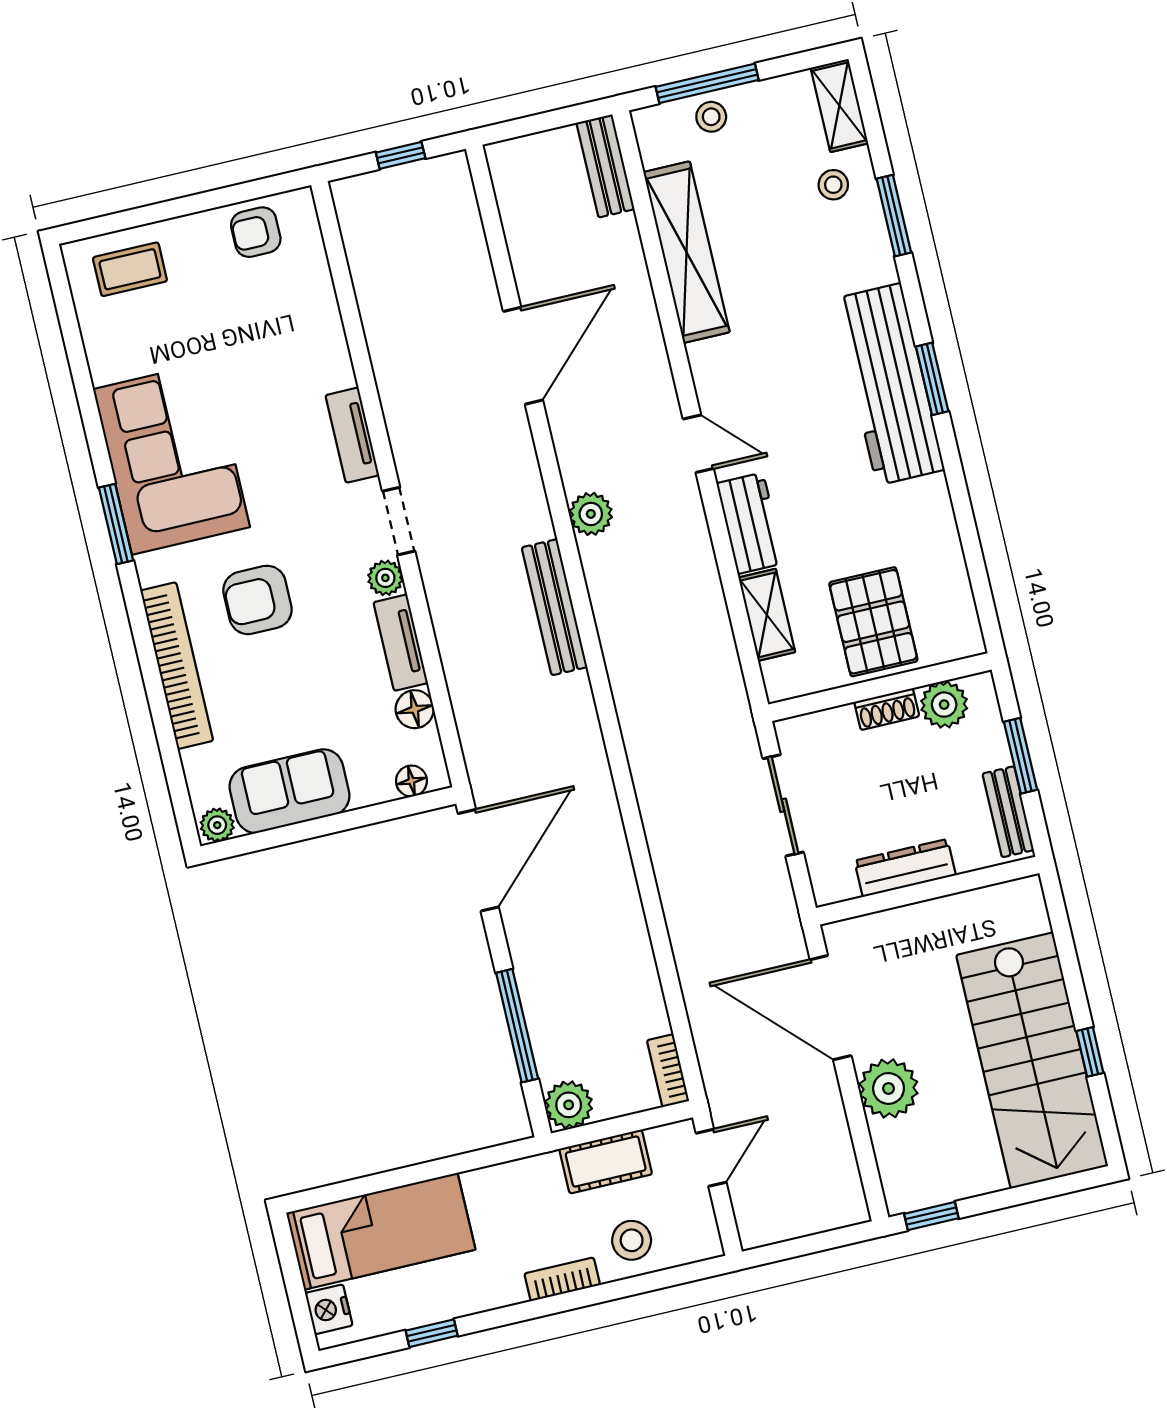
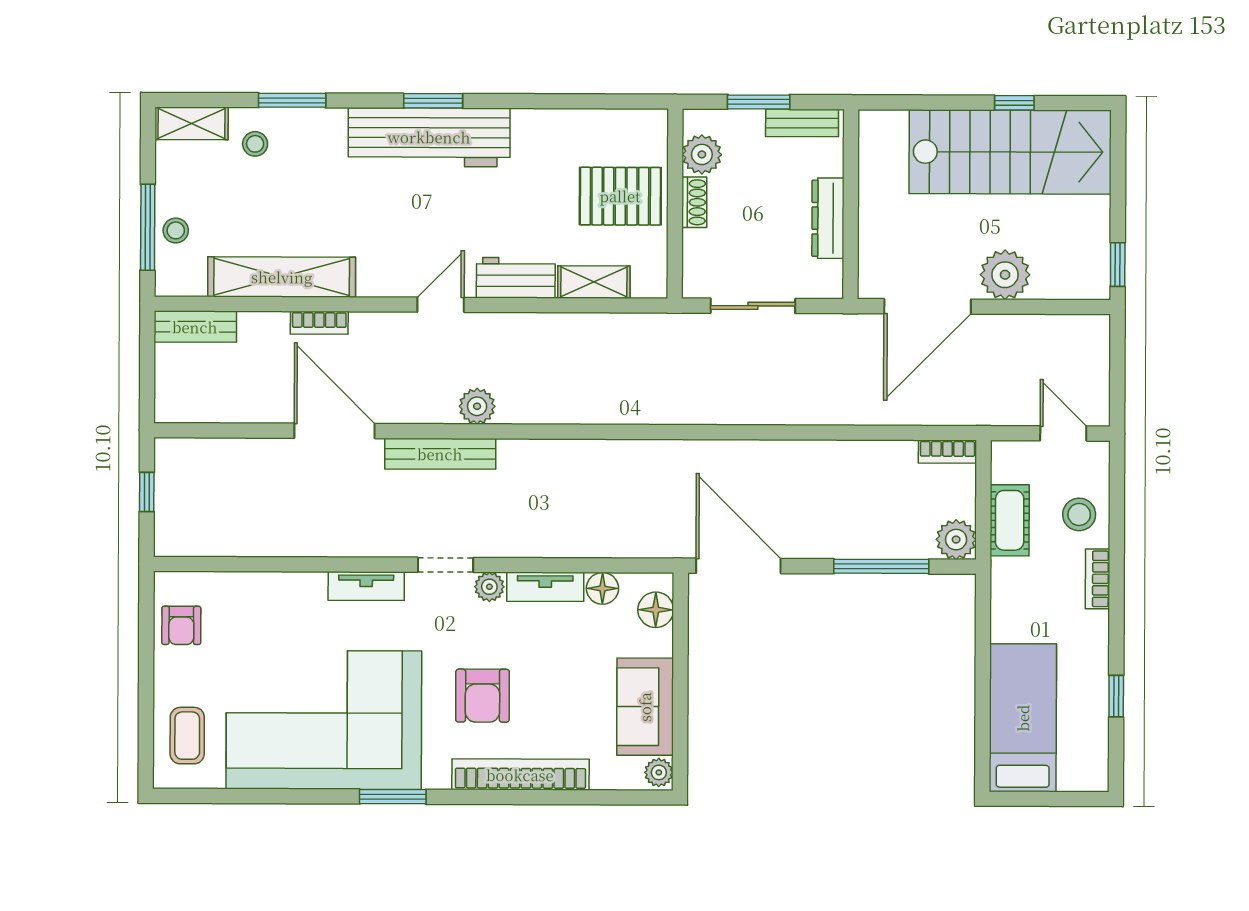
bookcase: (644, 308) -> (319, 323), added
corner sofa: (171, 458) -> (324, 720), width x1.36, depth x1.36
bench: (555, 607) -> (440, 454), moved
floor lamp: (411, 781) -> (656, 610), width x1.37, depth x1.37
door: (711, 1158) -> (1063, 433), moved
nightstand: (329, 1309) -> (1077, 776), removed

